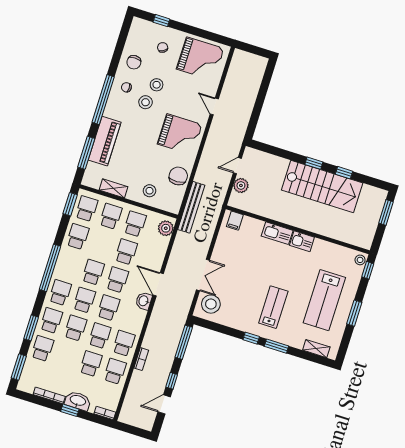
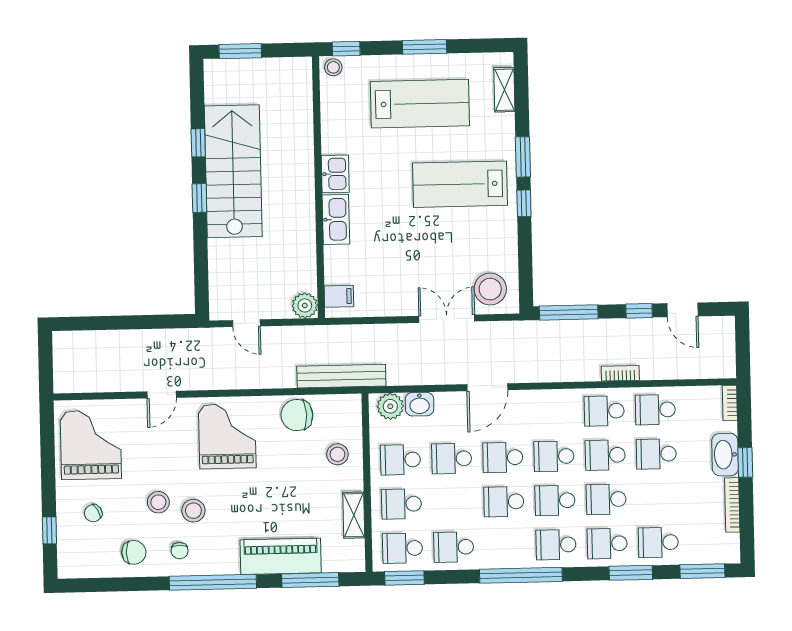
plant: (241, 185) -> (305, 305), moved
washbasin: (144, 301) -> (420, 404), moved
lab bench: (273, 307) -> (460, 184), width x1.36, depth x1.39

